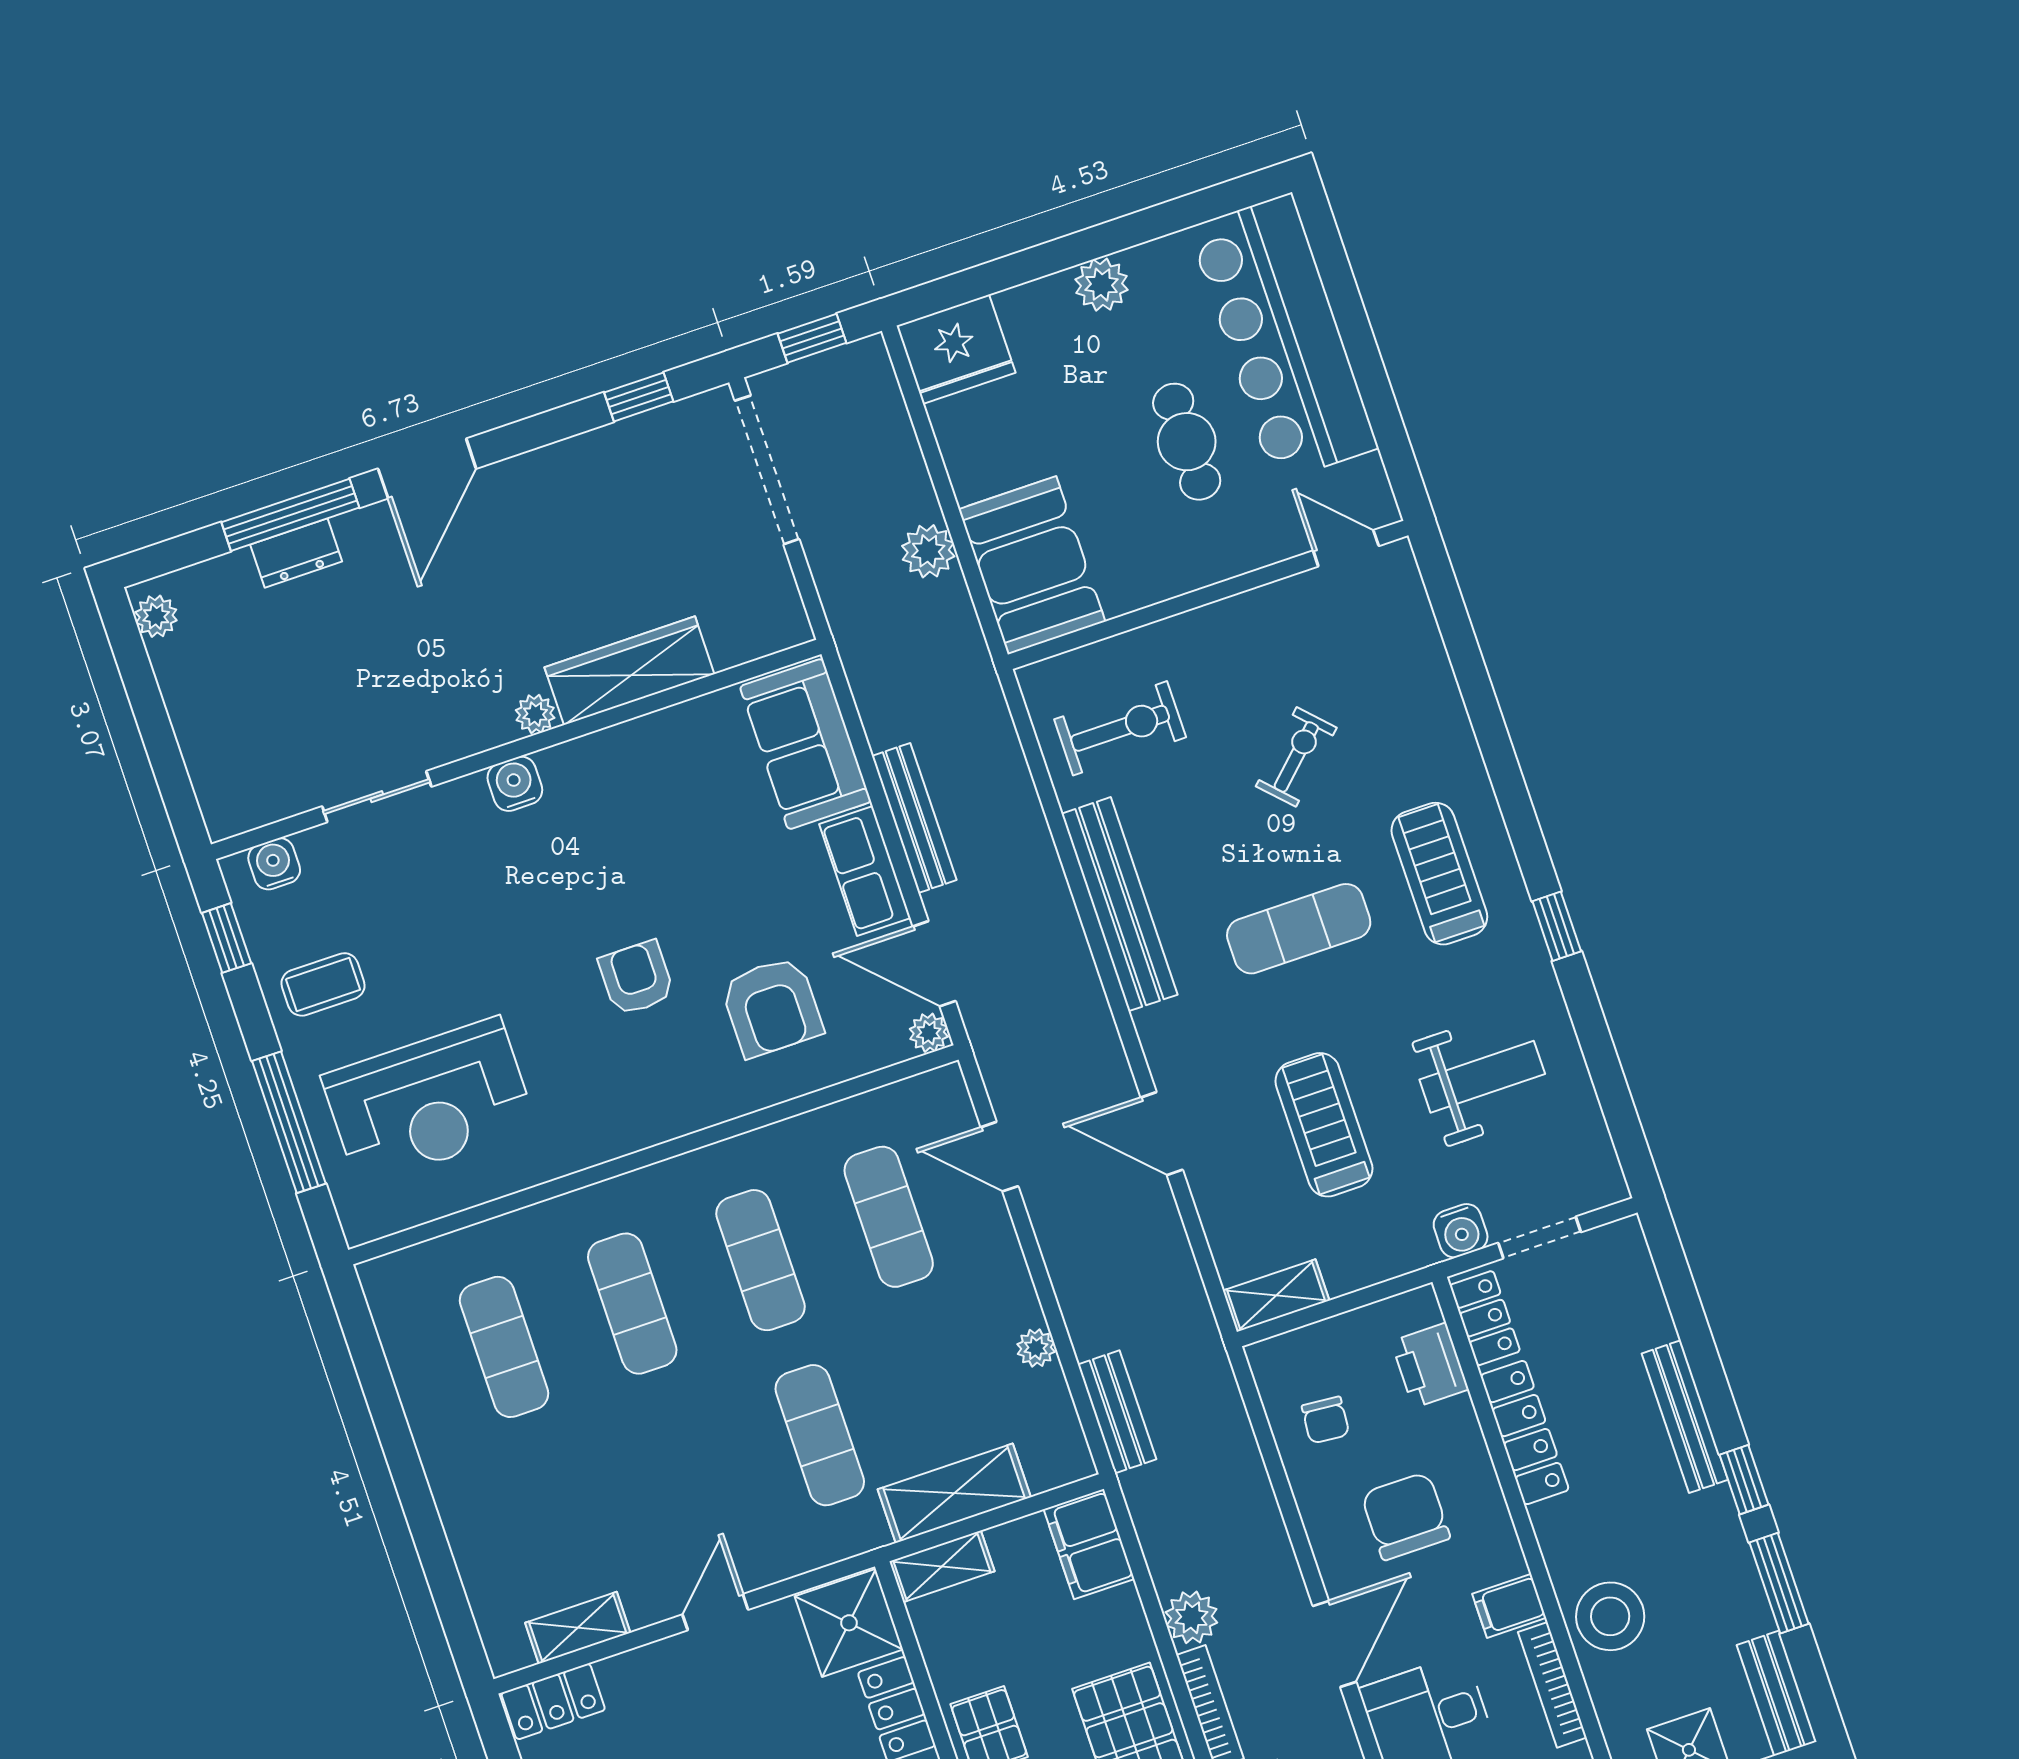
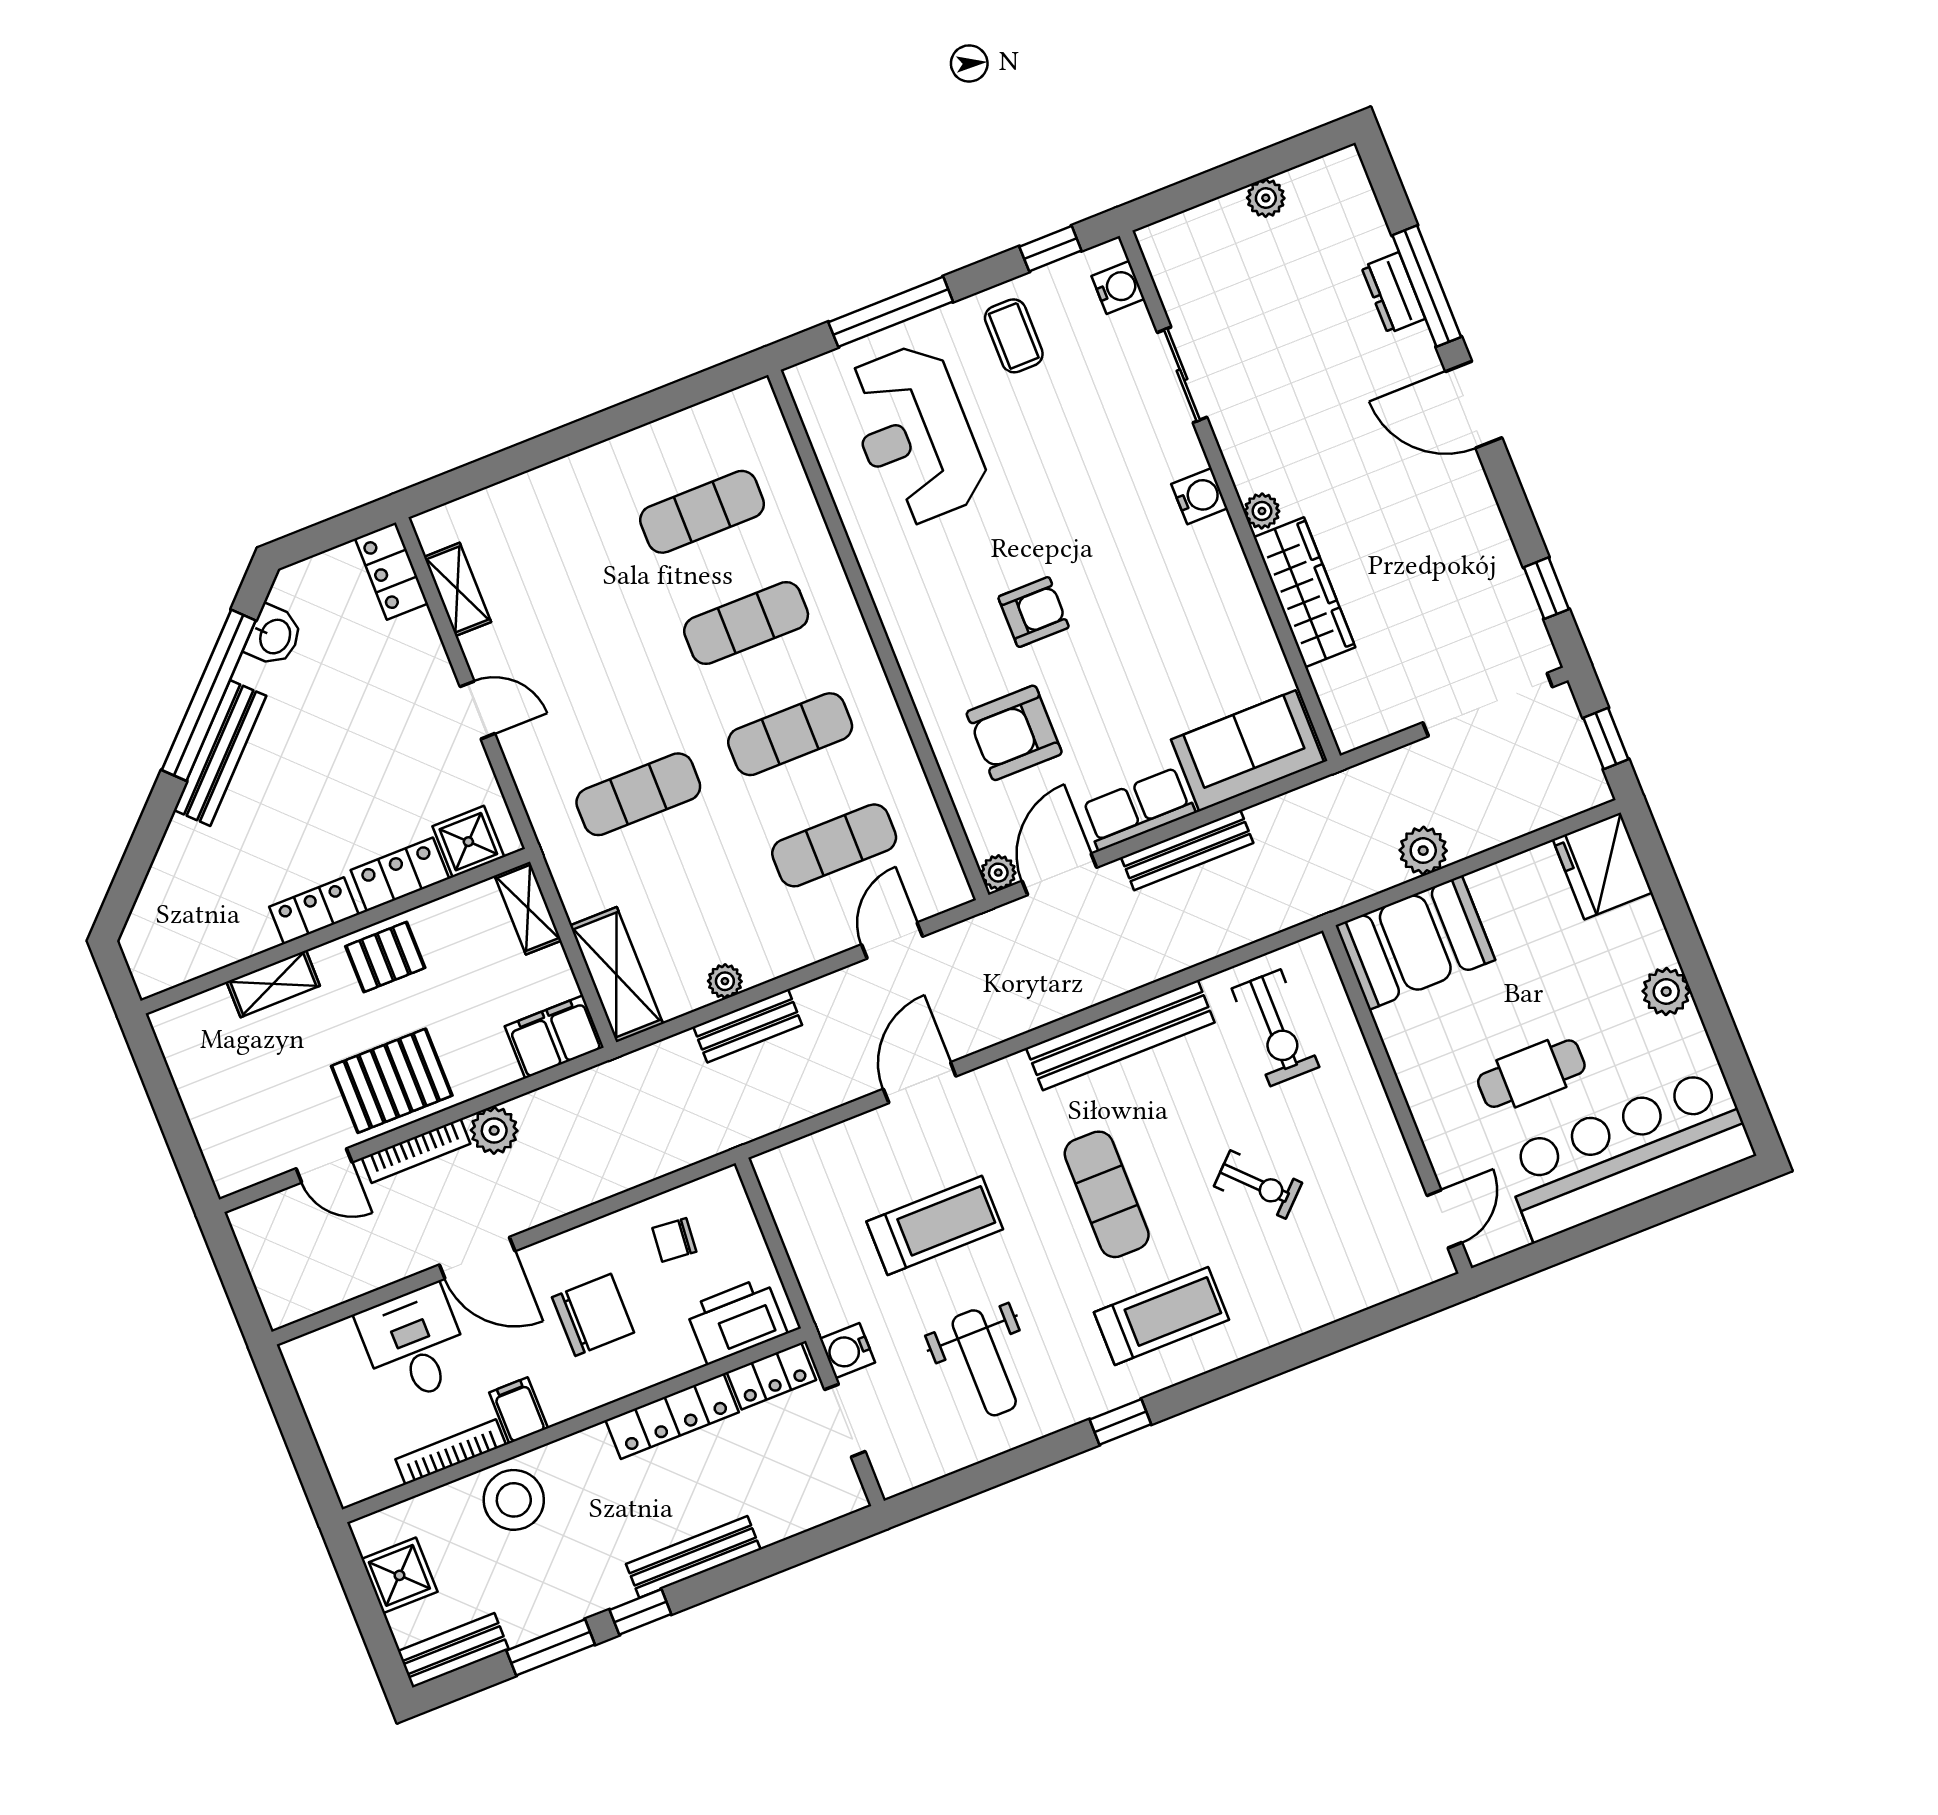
plant: (156, 616) -> (1266, 198), moved
shelving: (1276, 1296) -> (782, 1191), removed
printer: (1430, 1365) -> (736, 1321), width x1.37, depth x1.19
bench: (1117, 1412) -> (748, 1026), moved
shelving: (954, 1493) -> (616, 975), moved
shower: (849, 1623) -> (468, 842), width x0.73, depth x0.73

